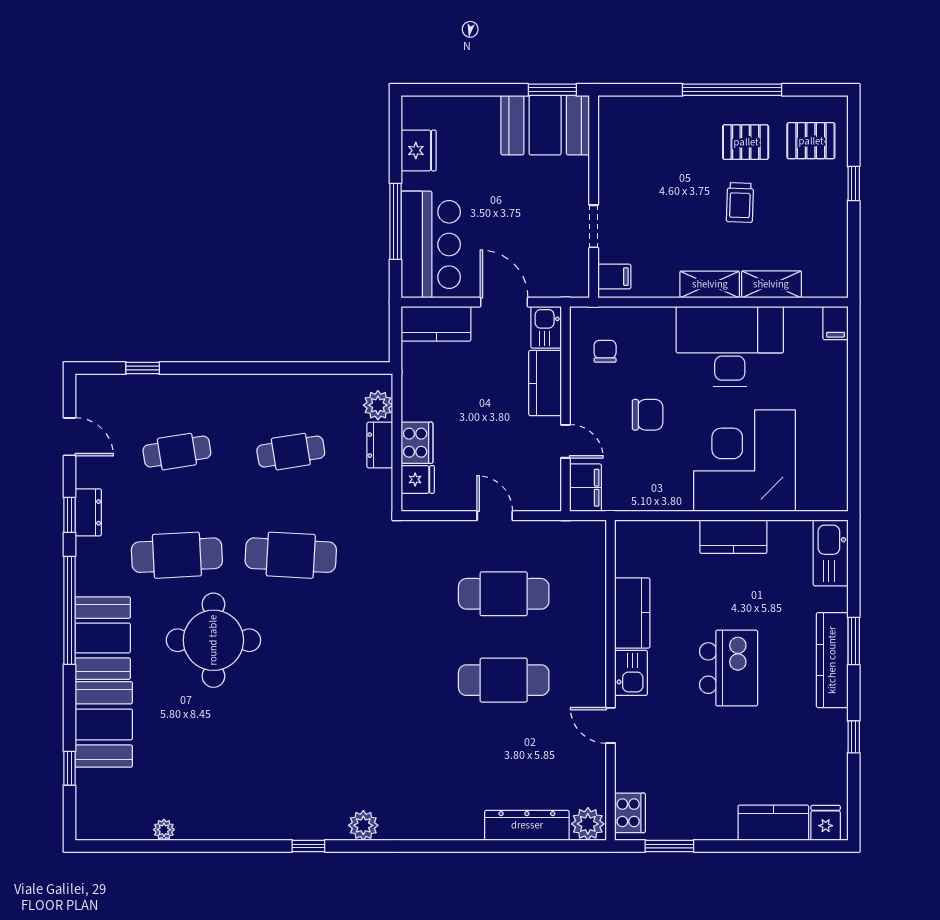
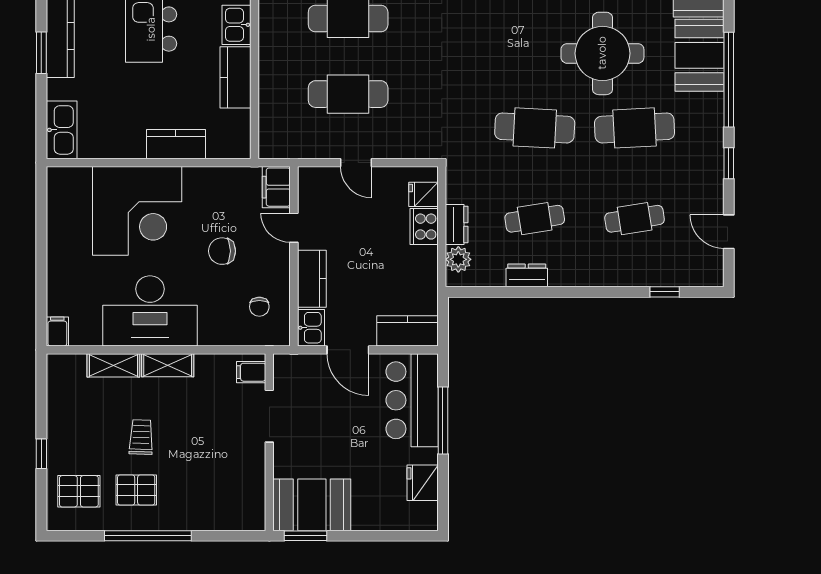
doorway: (594, 226) -> (269, 416), width x1.38
dresser: (88, 512) -> (527, 275), moved, turned 90
kitchen counter: (733, 537) -> (176, 144), moved

